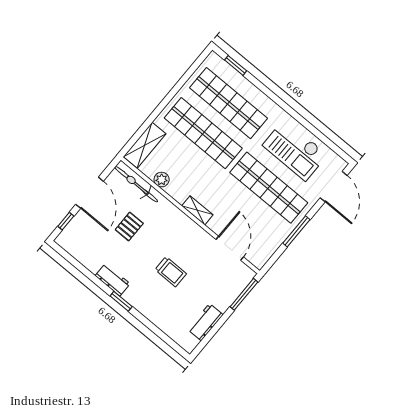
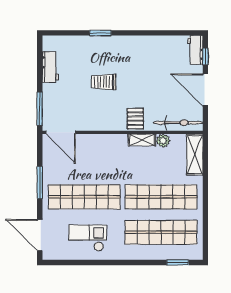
checkout: (295, 150) -> (88, 238), width x0.73, depth x0.83
shelving: (197, 210) -> (142, 140), moved
pallet: (129, 226) -> (135, 119), moved
door: (230, 248) -> (61, 132), moved
workbench: (113, 280) -> (195, 50), moved, turned 90
window: (121, 301) -> (100, 33), moved

